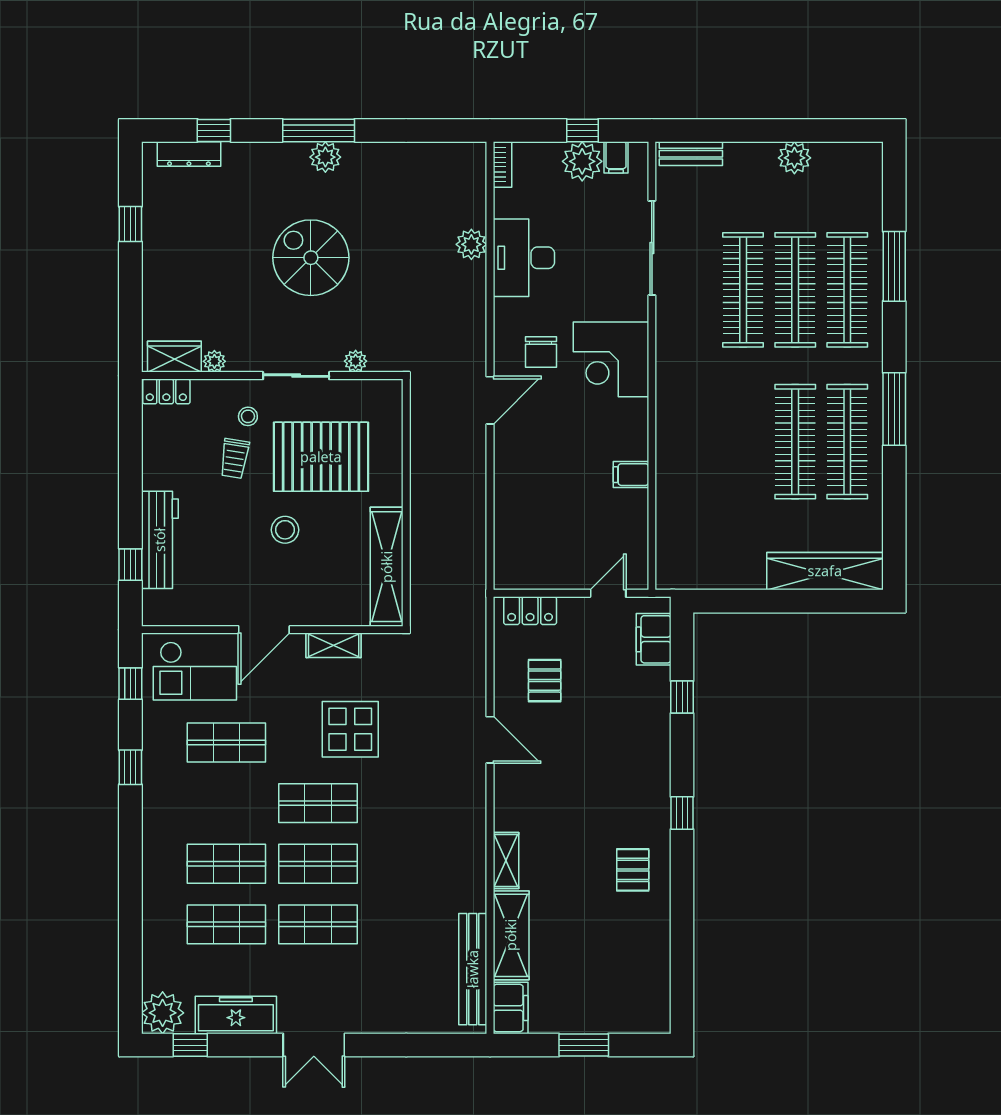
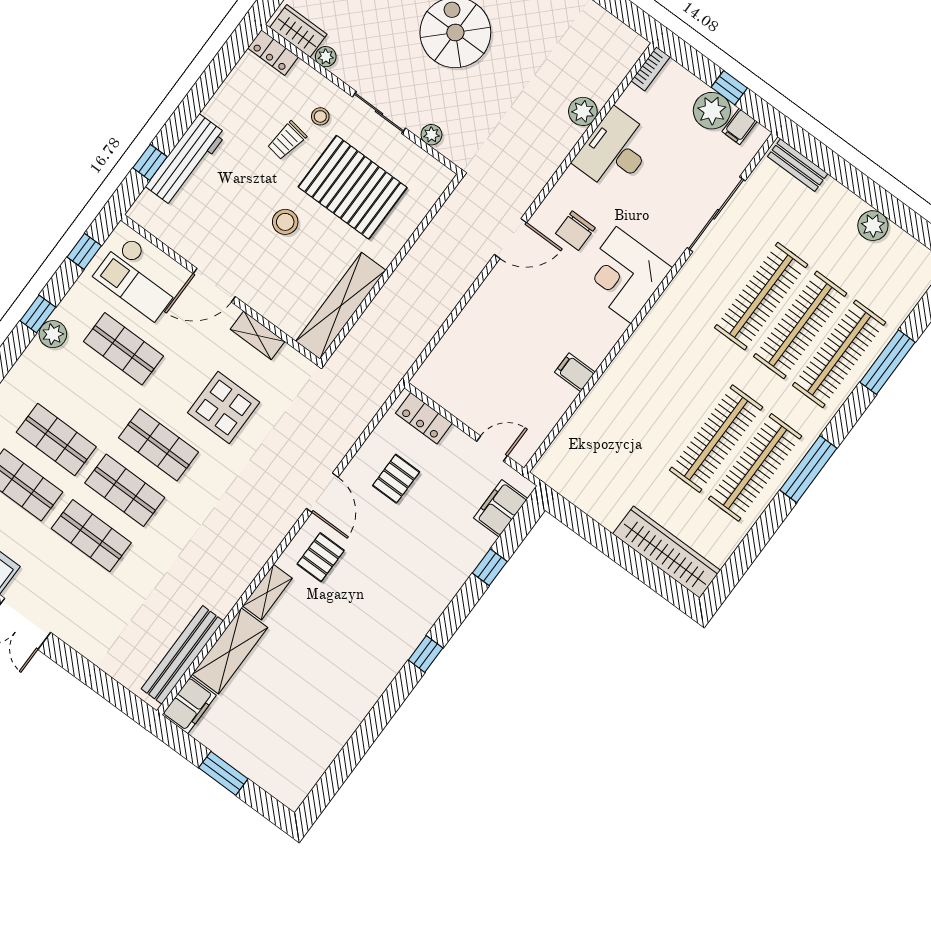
plant: (156, 775) -> (53, 334), added
pallet: (633, 870) -> (321, 557), moved

